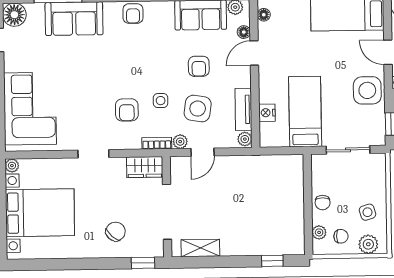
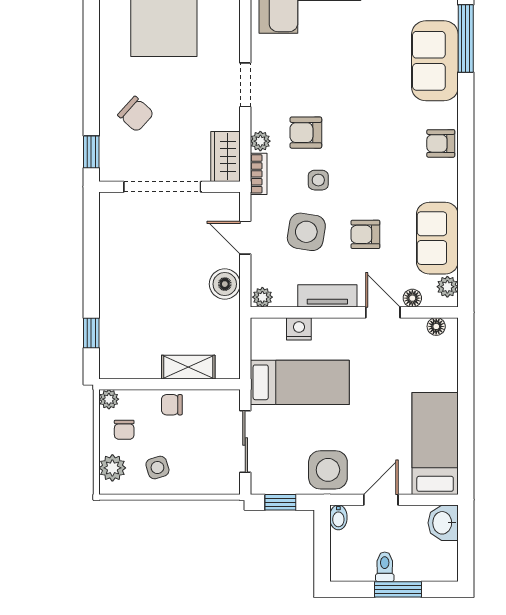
tv unit: (243, 109) -> (327, 296), moved
plant: (180, 142) -> (260, 141), moved
boiler: (236, 166) -> (225, 284), added
plant: (319, 232) -> (109, 399), moved
shelving: (200, 248) -> (188, 367), moved, turned 90

